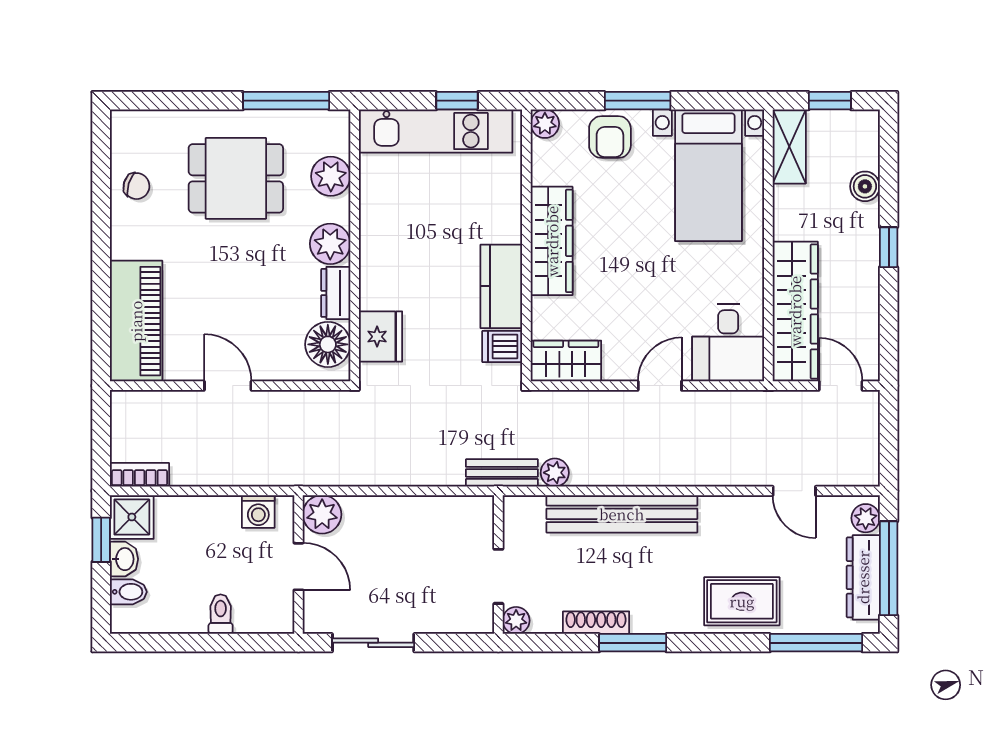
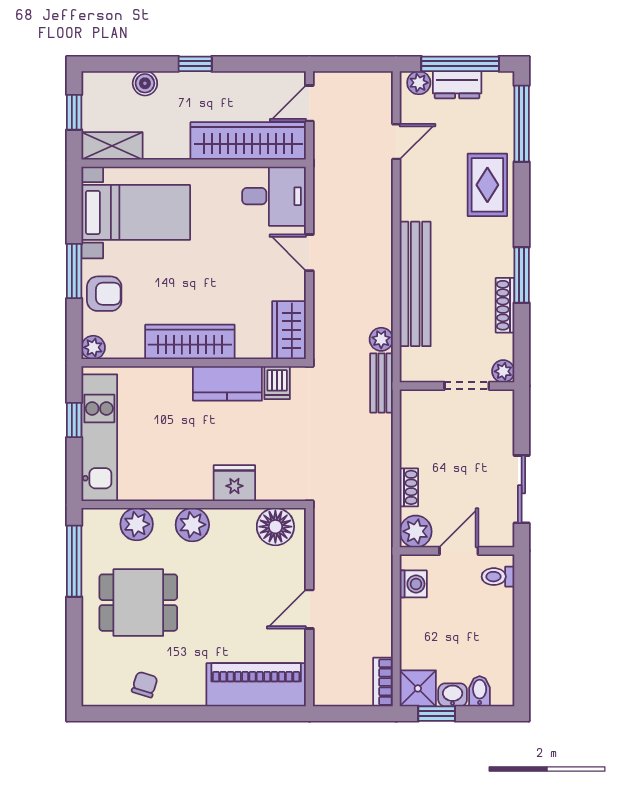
dining table: (236, 178) -> (138, 603), turned 90
dresser: (336, 293) -> (233, 520), removed
fridge: (381, 337) -> (234, 483), moved
shoe rack: (375, 506) -> (409, 487), added
dresser: (863, 577) -> (457, 85), width x0.70
toilet: (221, 614) -> (498, 577), moved

